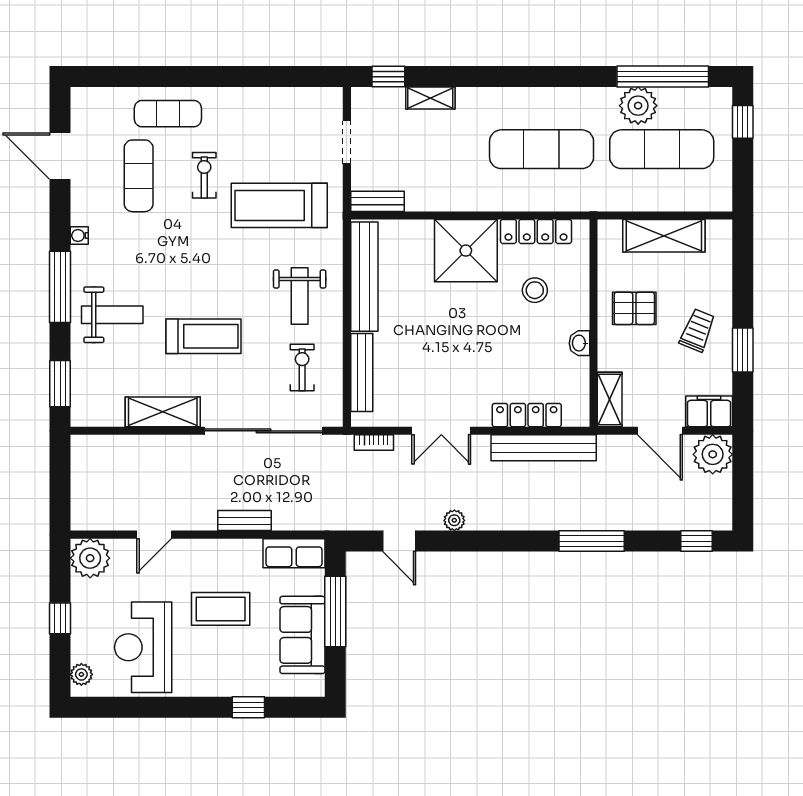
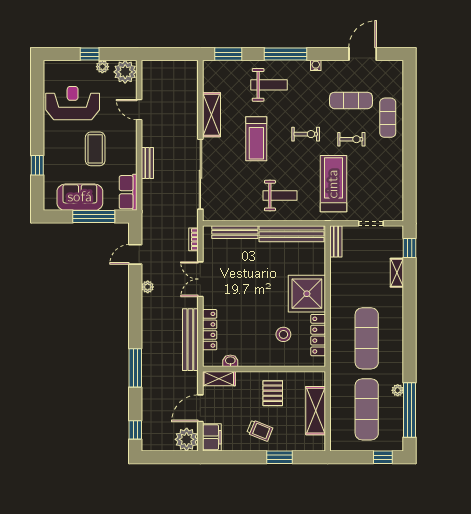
plant: (638, 106) -> (398, 390), width x0.53, depth x0.53
weight bench: (300, 296) -> (280, 196), turned 180
weight bench: (112, 315) -> (269, 85), turned -90
washbasin: (579, 343) -> (230, 361), moved
window: (743, 350) -> (279, 457), moved
exercise bike: (302, 368) -> (306, 134), moved
plant: (81, 674) -> (102, 67), moved

